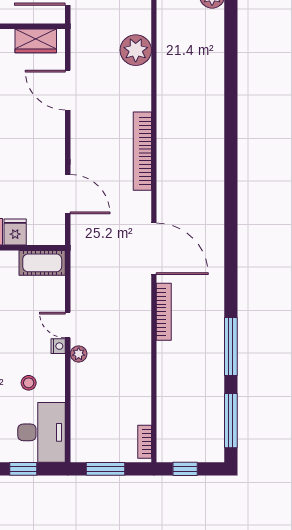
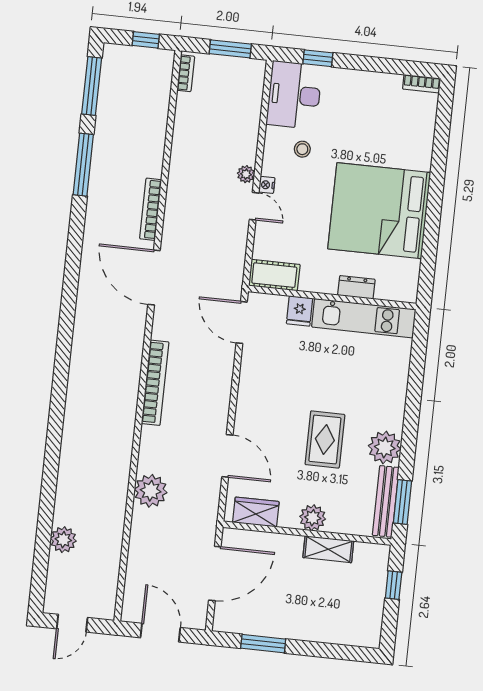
door: (68, 194) -> (242, 322), moved

